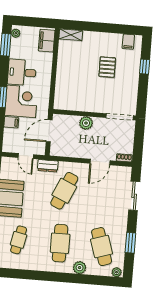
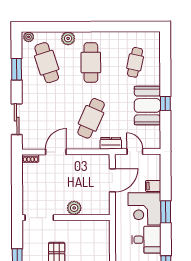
wall: (94, 115) -> (66, 218), moved
doorway: (120, 117) -> (39, 218), moved
plant: (86, 123) -> (74, 208), moved

